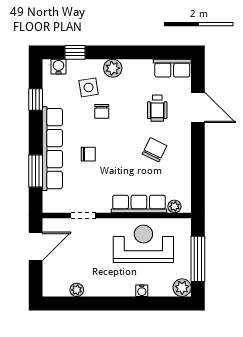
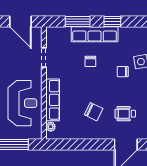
window: (36, 100) -> (112, 22), moved
row of seats: (52, 149) -> (95, 34), width x0.73

